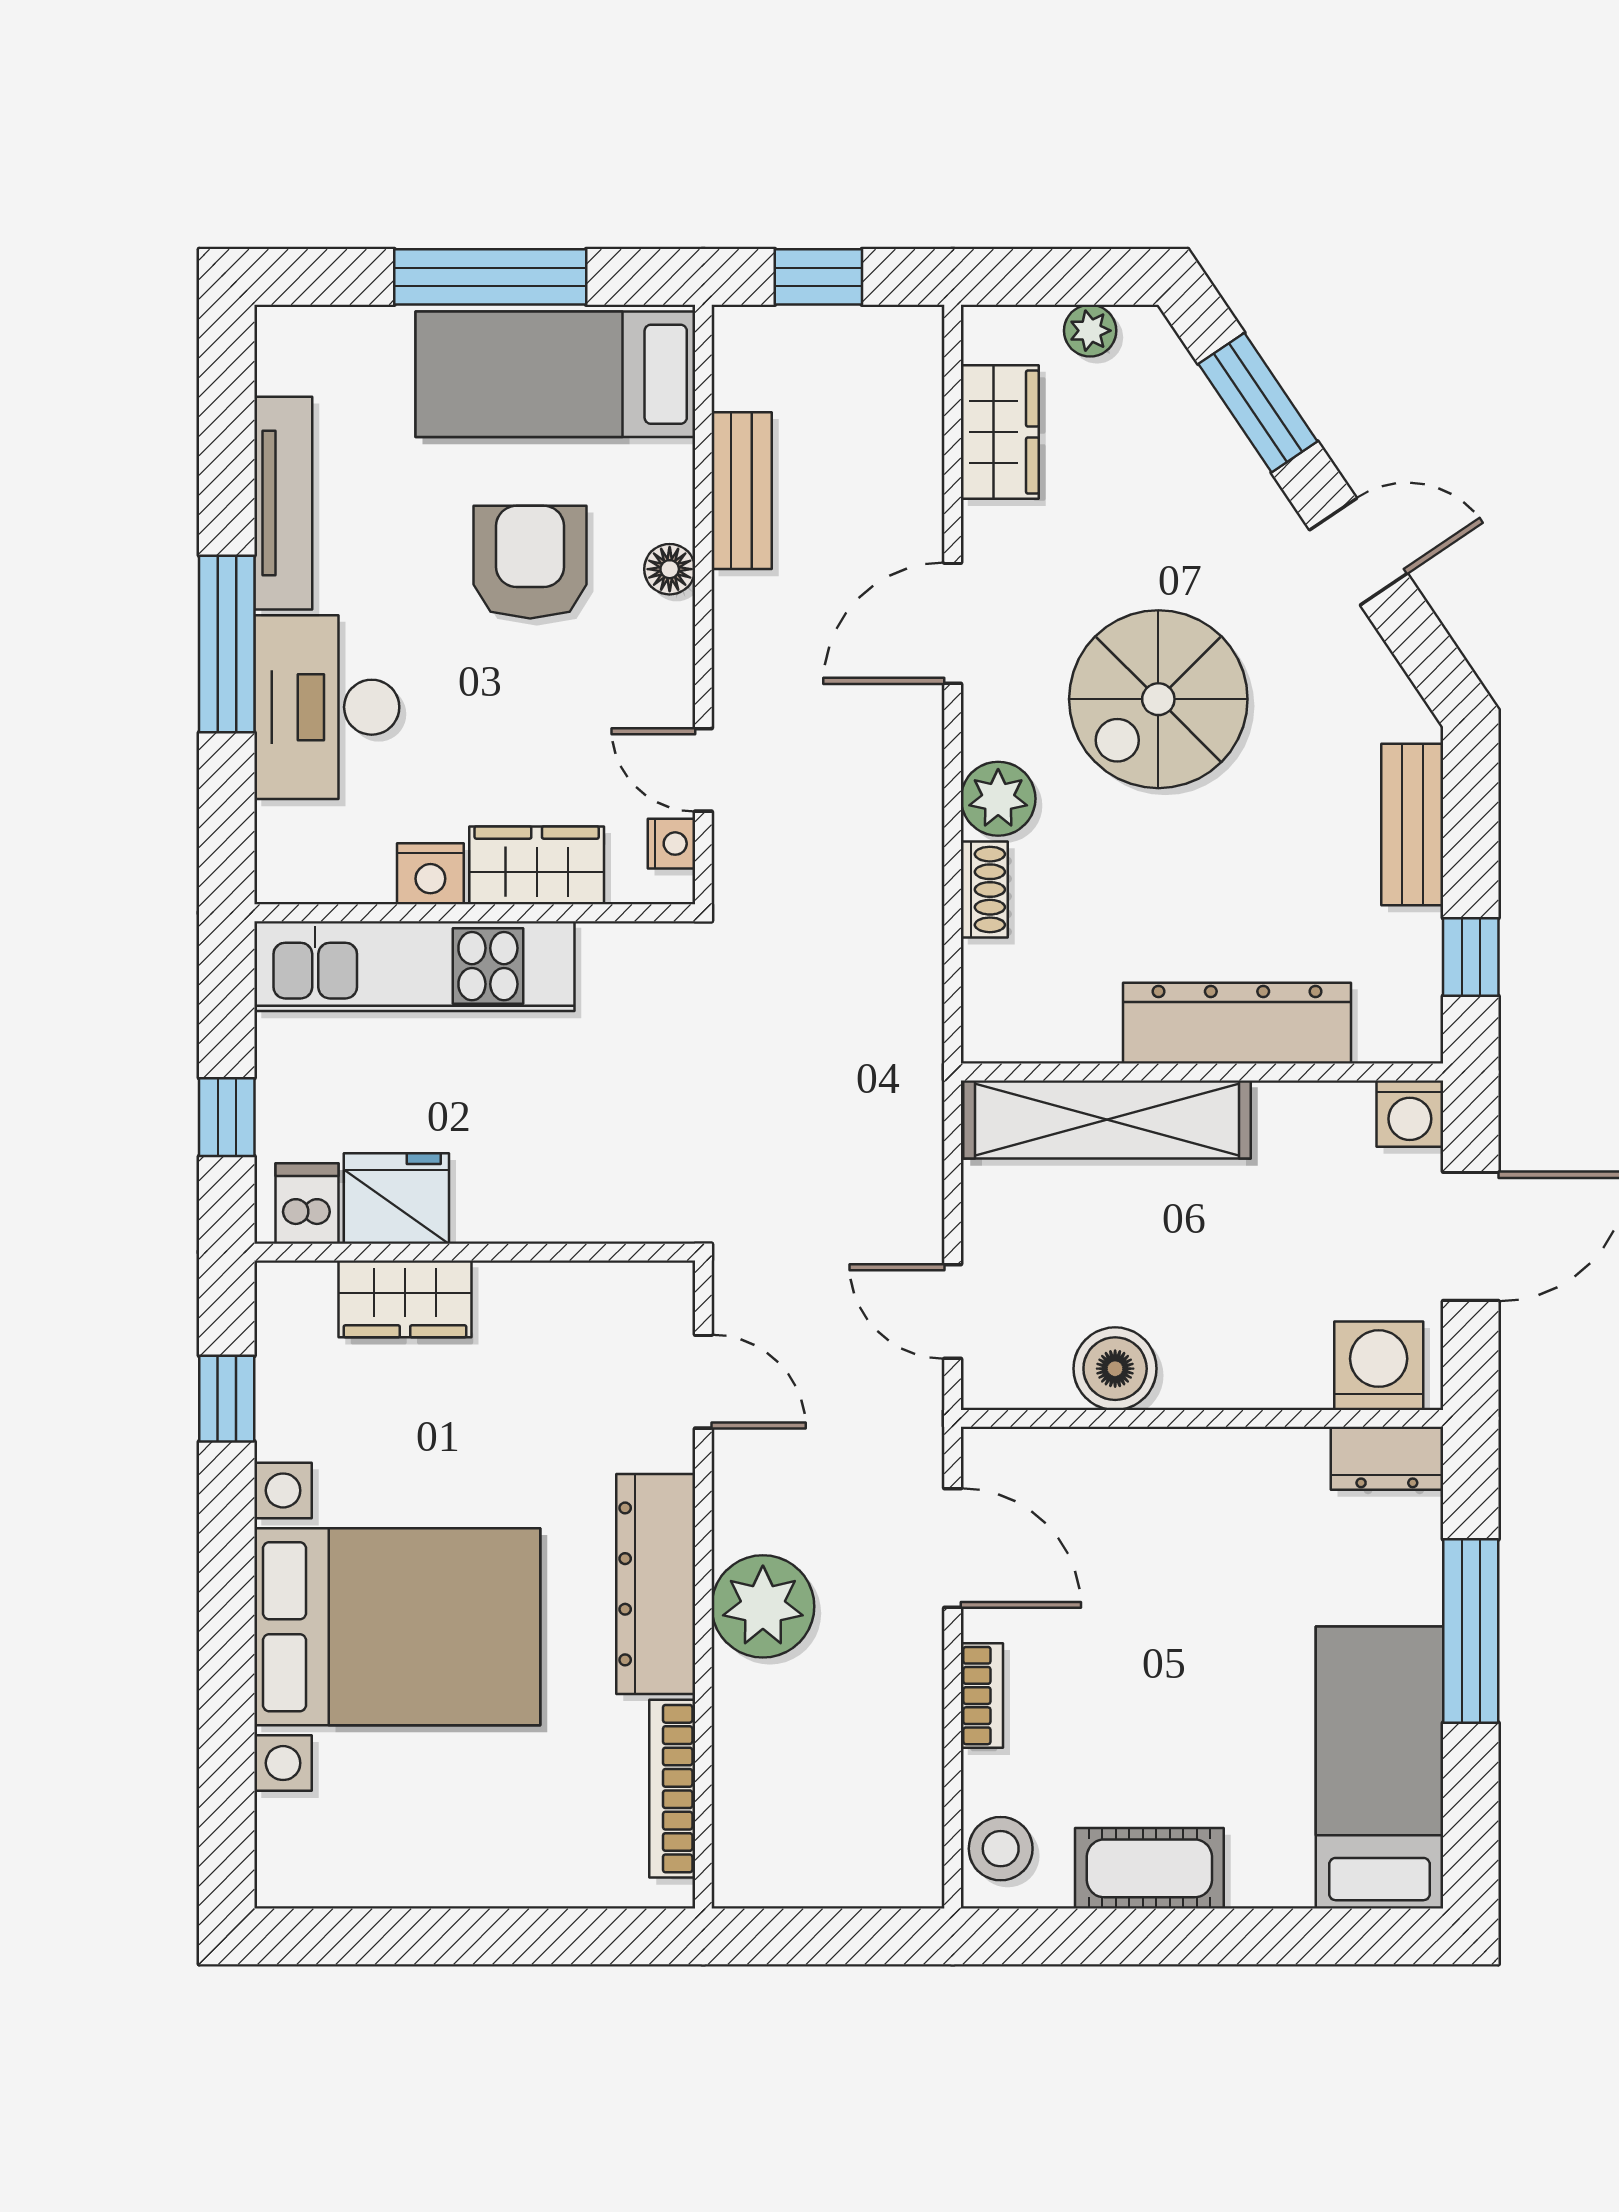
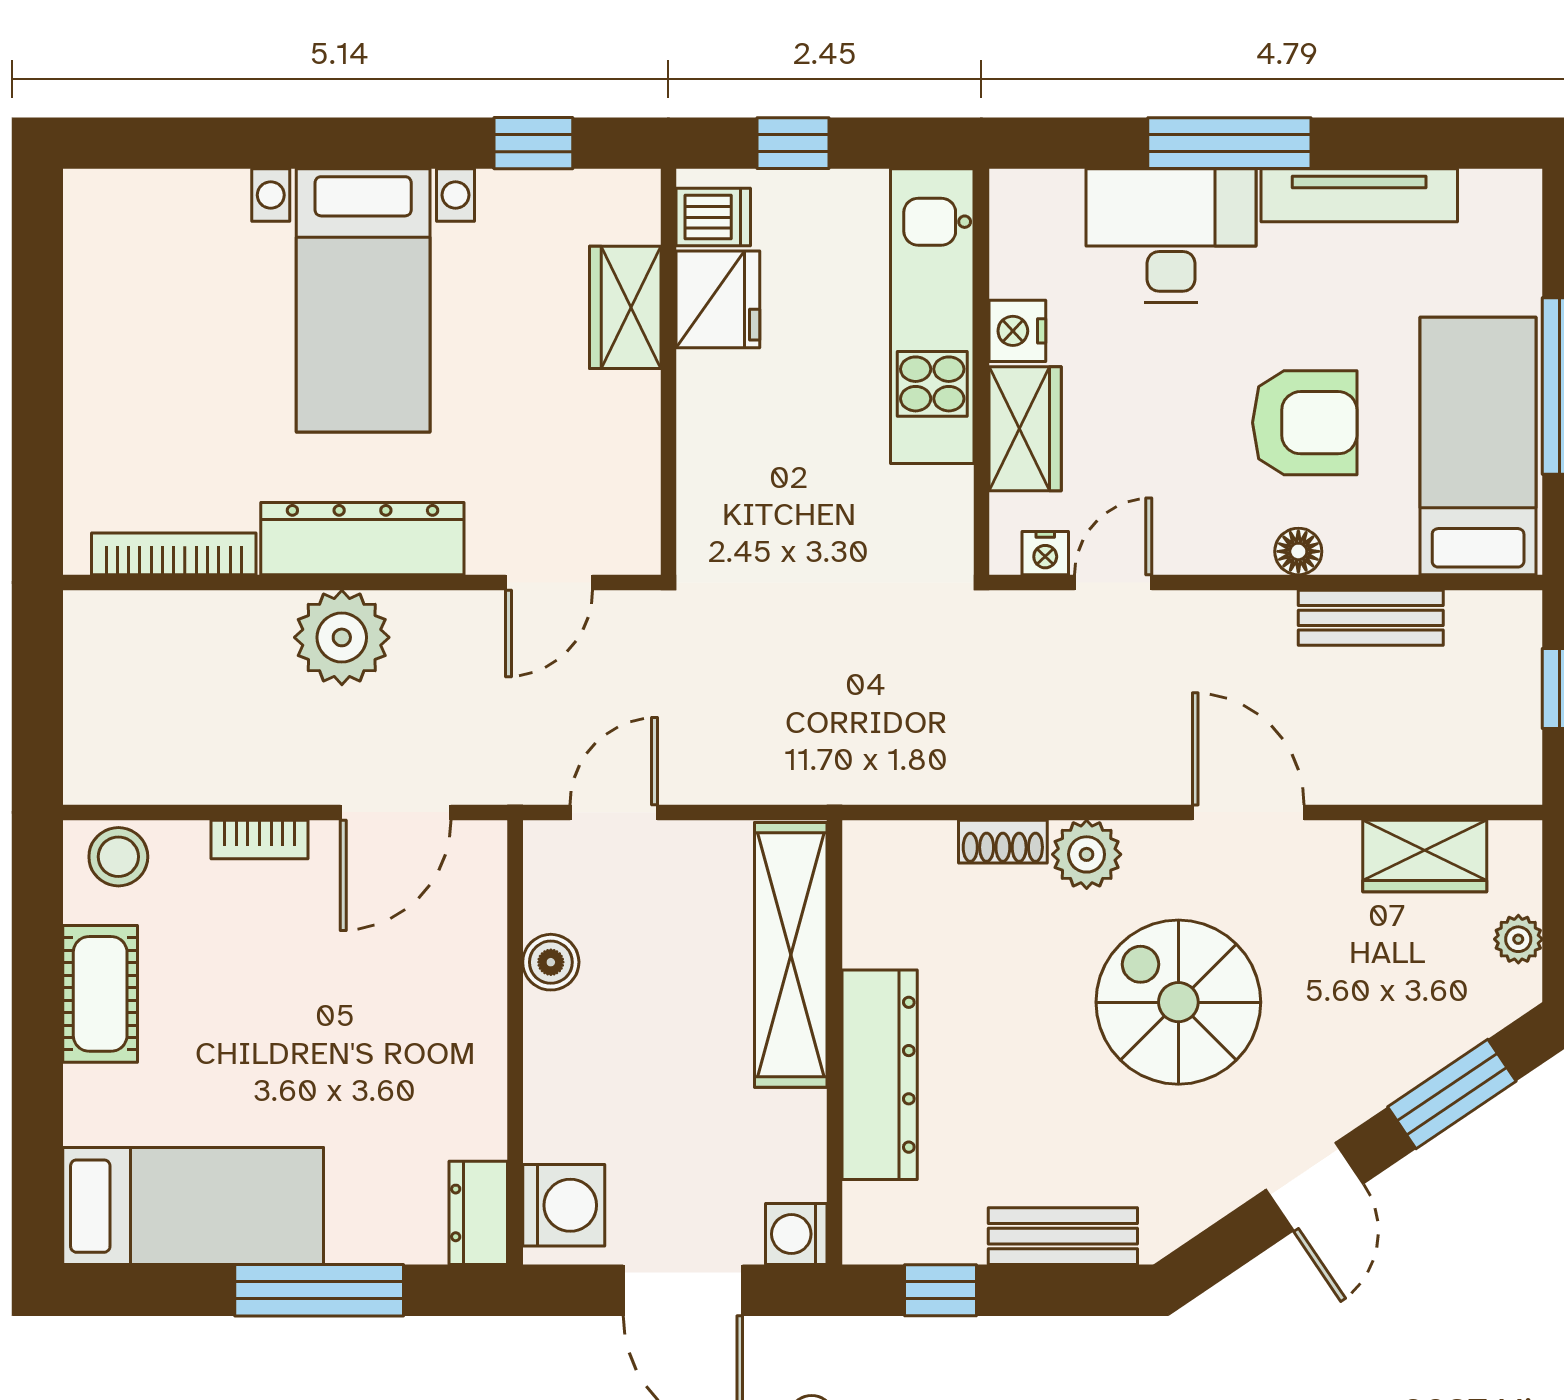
boiler: (1115, 1369) -> (551, 962), width x0.73, depth x0.73
bed with nightstands: (397, 1627) -> (363, 300), width x0.73

